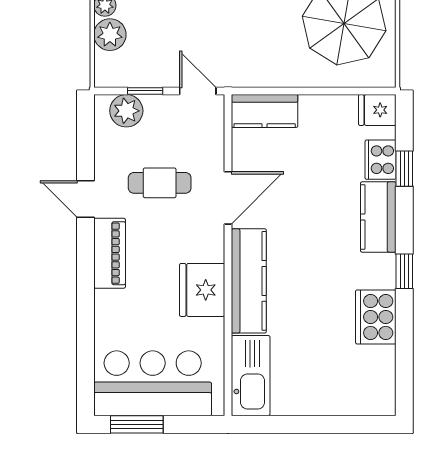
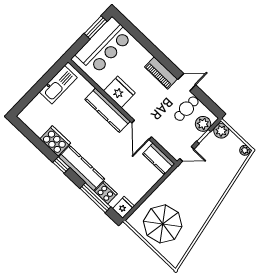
plant: (110, 35) -> (221, 131), moved
kitchen counter: (265, 111) -> (159, 159), moved, turned -90
window: (404, 169) -> (95, 198), width x2.17
cafe table: (160, 183) -> (186, 109), moved
kitchen counter: (378, 217) -> (82, 168), width x1.50
kitchen sink: (251, 375) -> (58, 85), moved, turned -90

